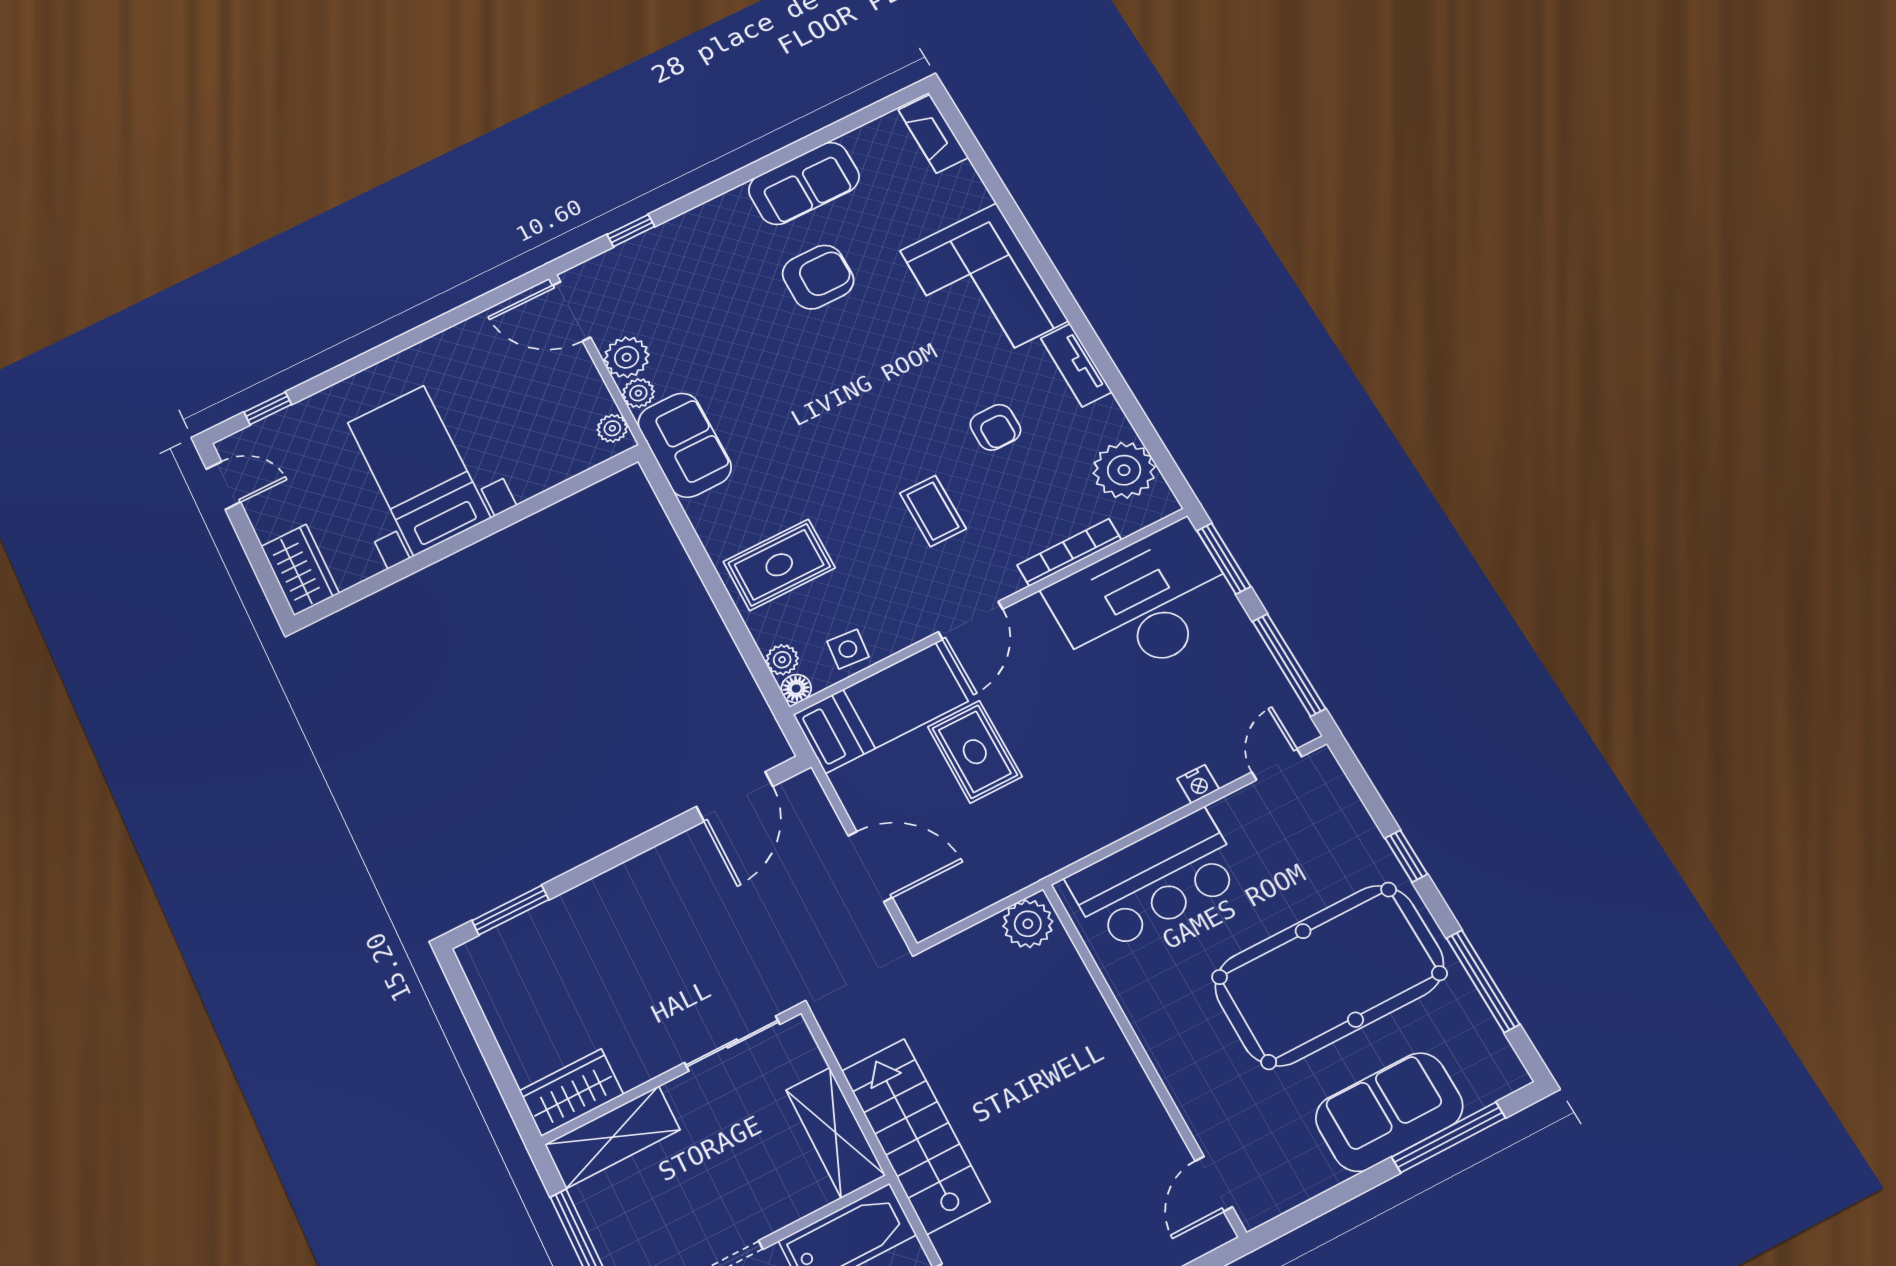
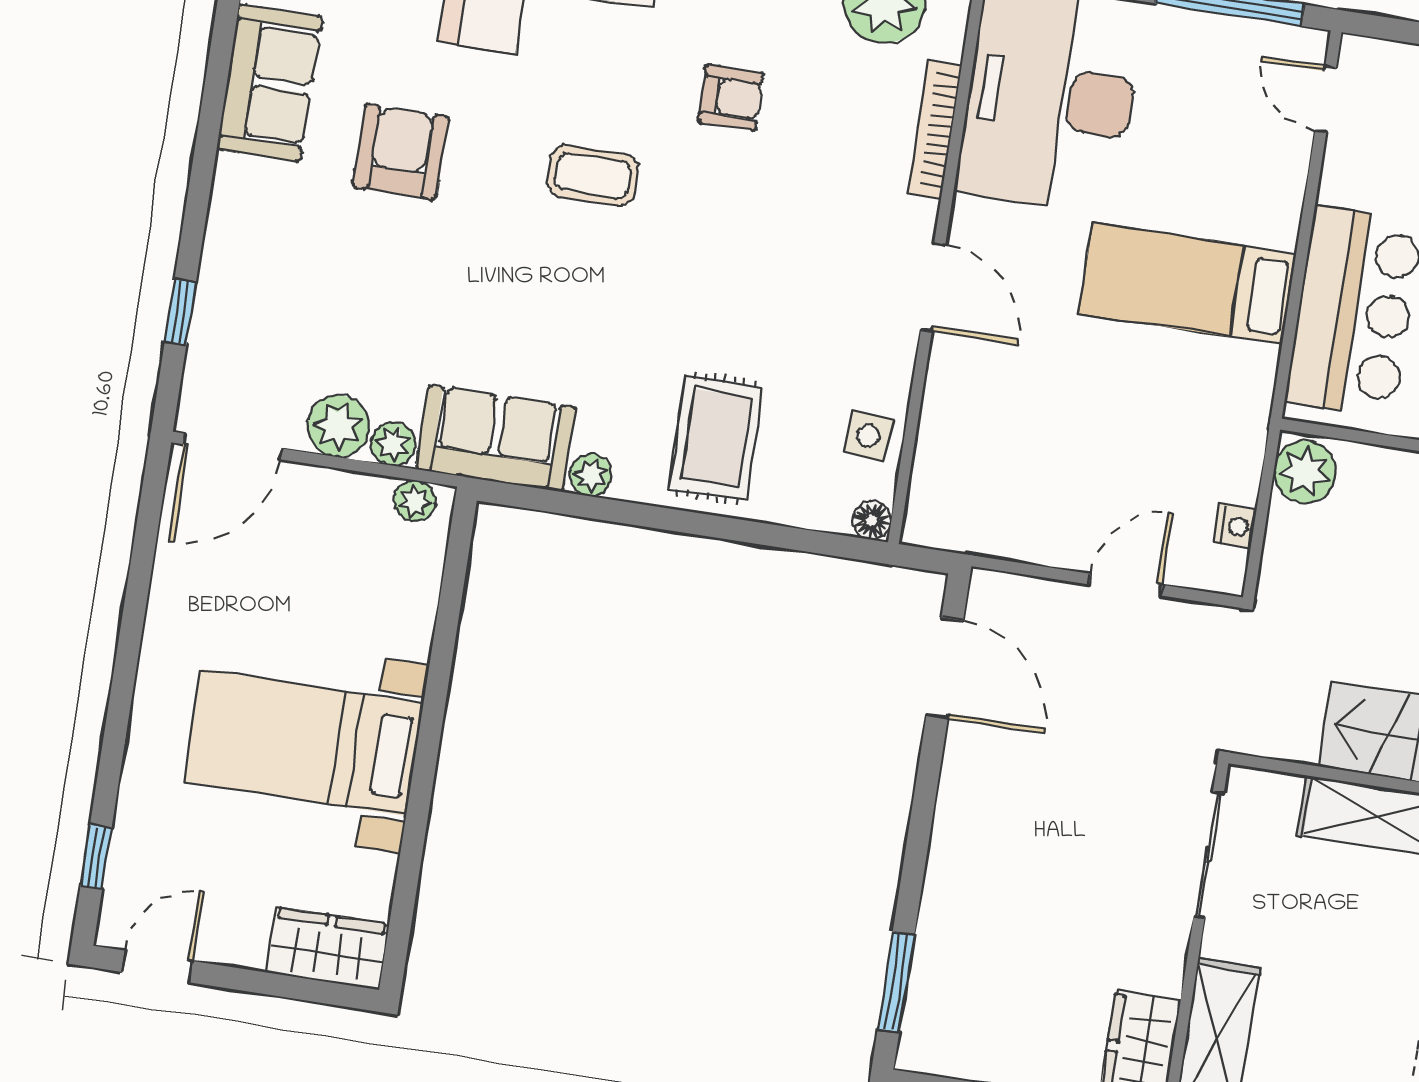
coffee table: (933, 511) -> (593, 175), moved
plant: (782, 660) -> (591, 475), moved
bed: (881, 708) -> (1188, 284), moved, turned -90
rug: (975, 752) -> (1082, 389), removed
nightstand: (1198, 784) -> (1235, 526), moved
door: (870, 867) -> (1126, 585), width x0.73

